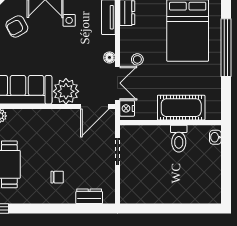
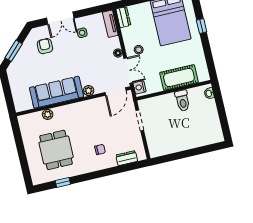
armchair: (17, 26) -> (45, 46), turned 119
window: (226, 48) -> (202, 26), width x0.32
plant: (66, 91) -> (89, 91), width x0.53, depth x0.53

